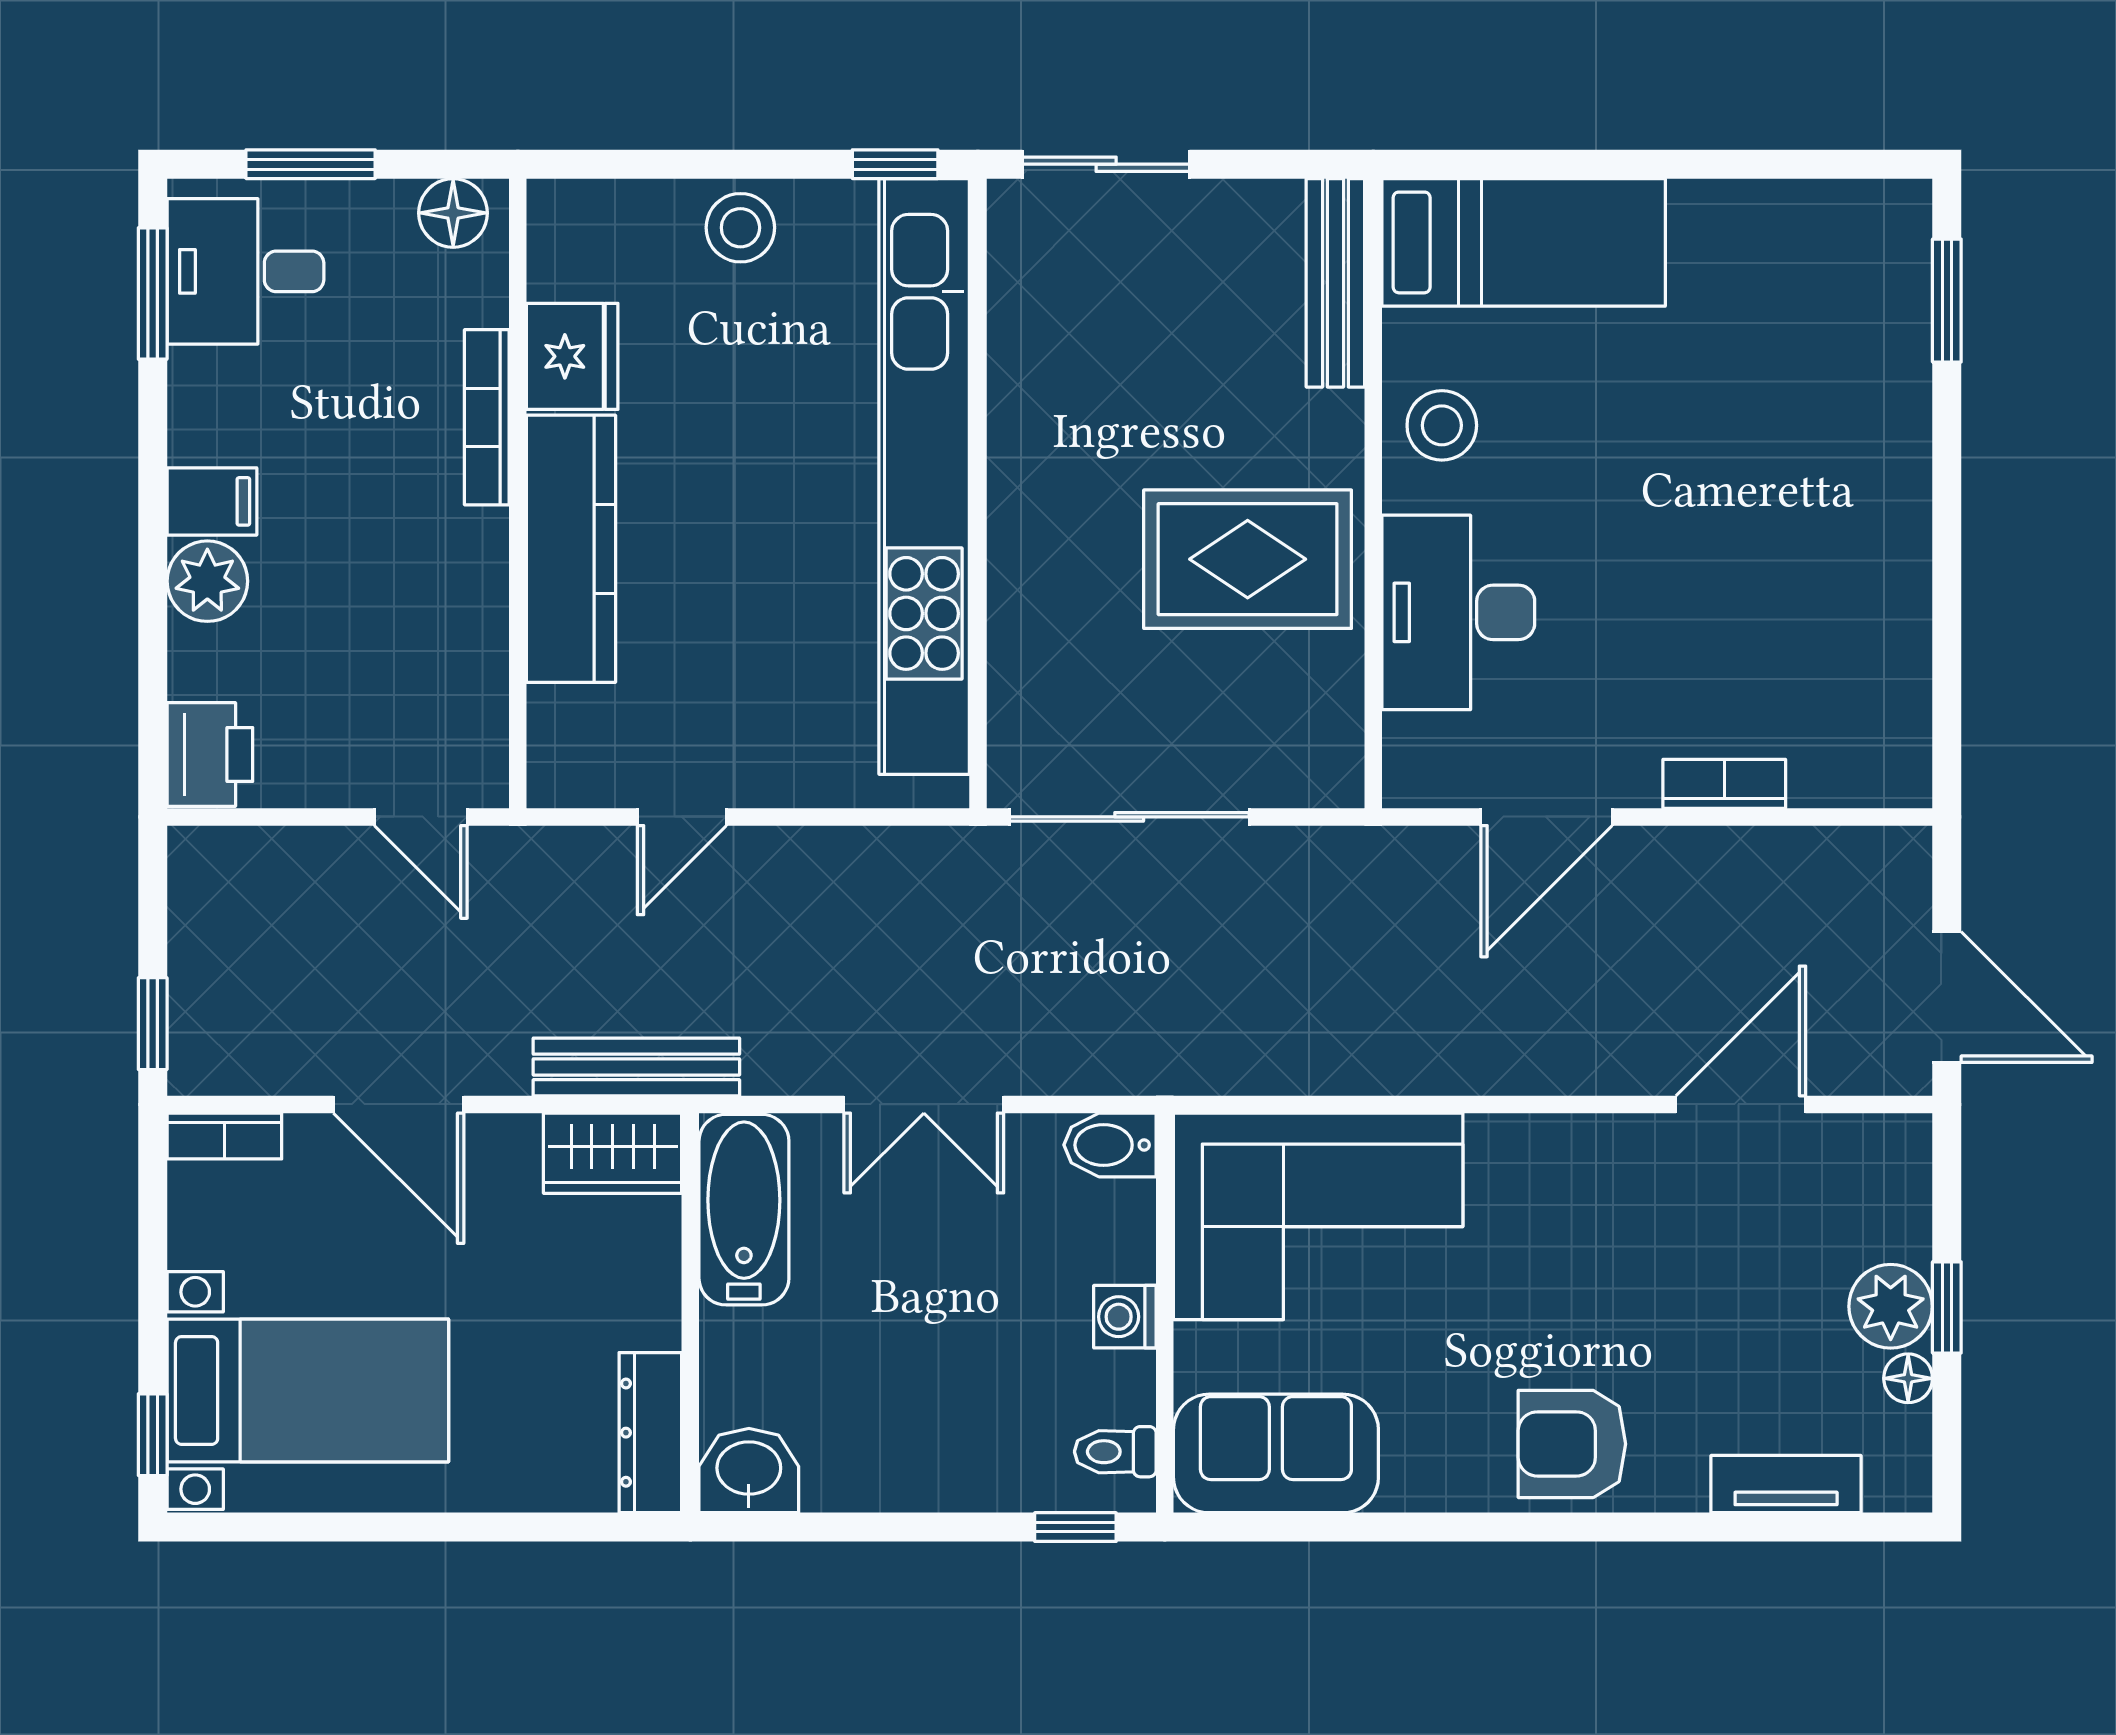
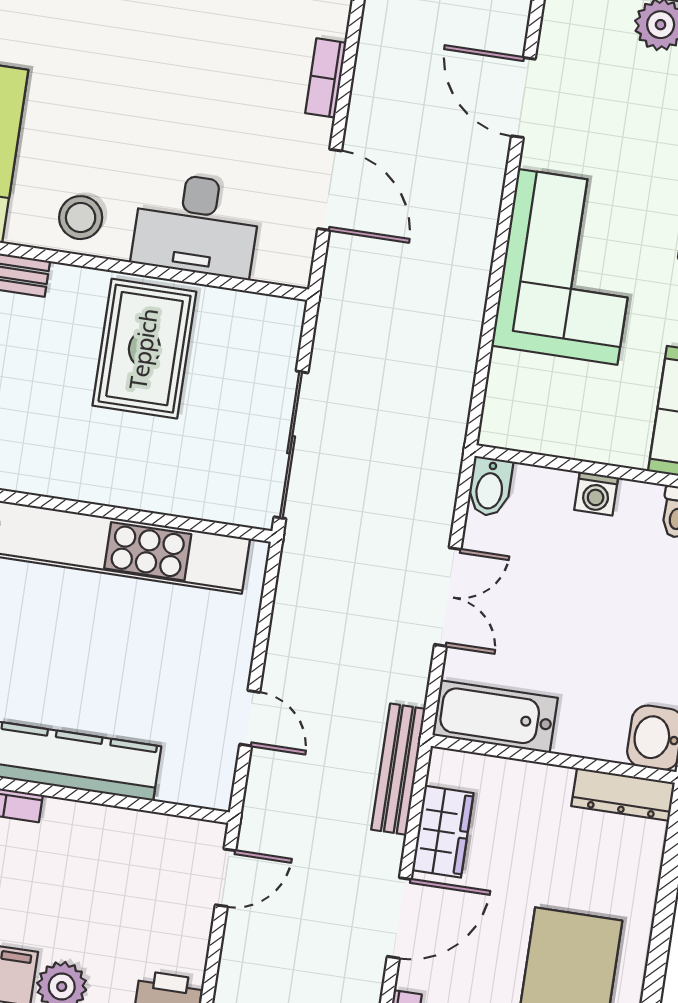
wardrobe: (613, 1153) -> (443, 832), moved
corner sofa: (1318, 1216) -> (568, 267), moved

